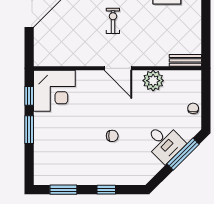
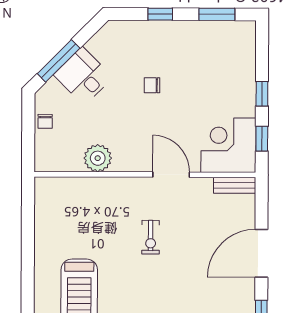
bench: (185, 60) -> (235, 185), moved
door: (118, 68) -> (171, 175), moved
window: (29, 130) -> (262, 94), width x0.67

